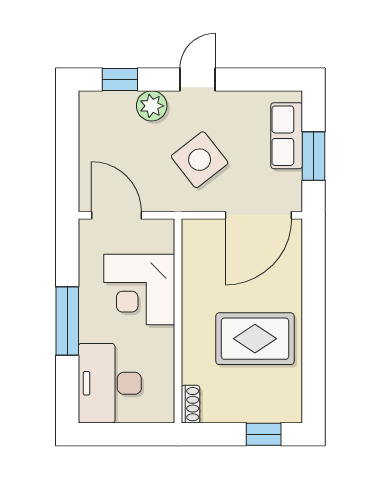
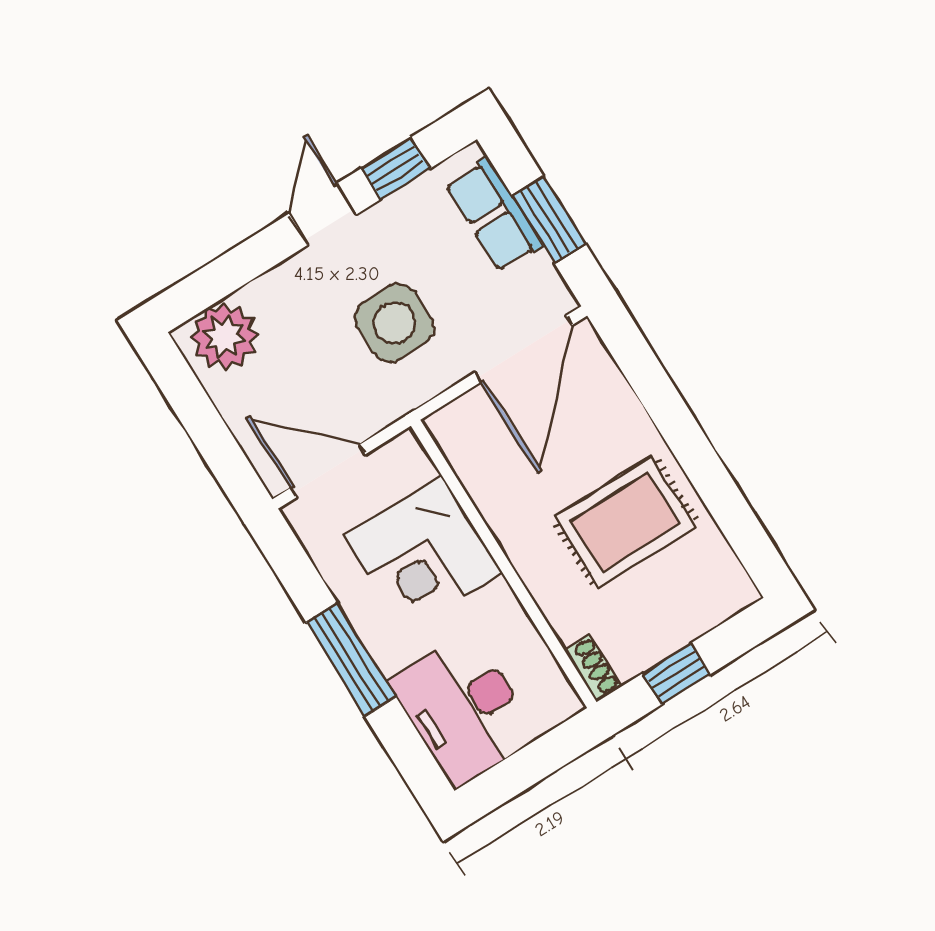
window: (120, 80) -> (395, 169), moved
plant: (152, 106) -> (224, 337), moved, width x1.36, depth x1.36
side table: (200, 160) -> (394, 323), turned 38
window: (264, 434) -> (676, 674), moved

